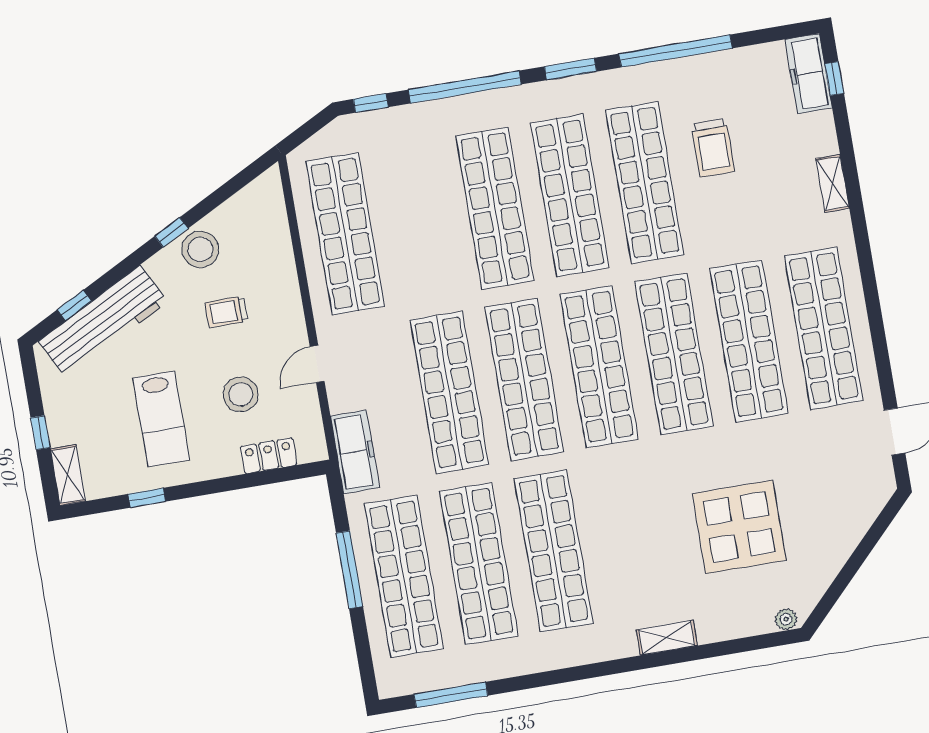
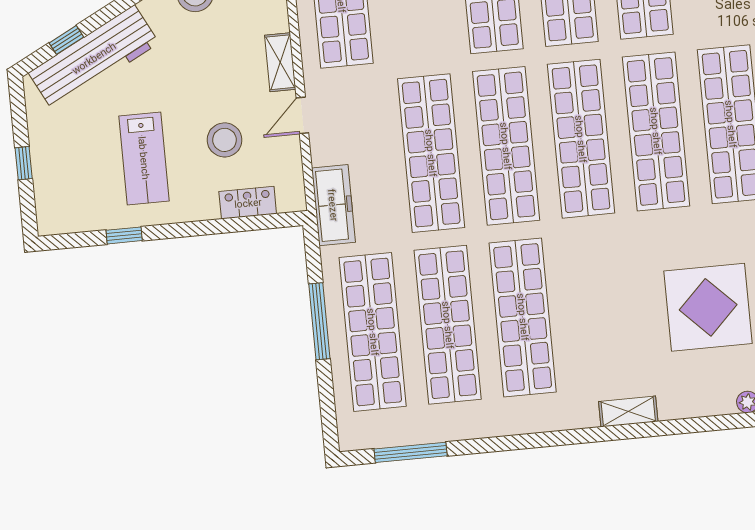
trolley: (226, 312) -> (216, 57), removed
shelving: (68, 475) -> (280, 62), moved

